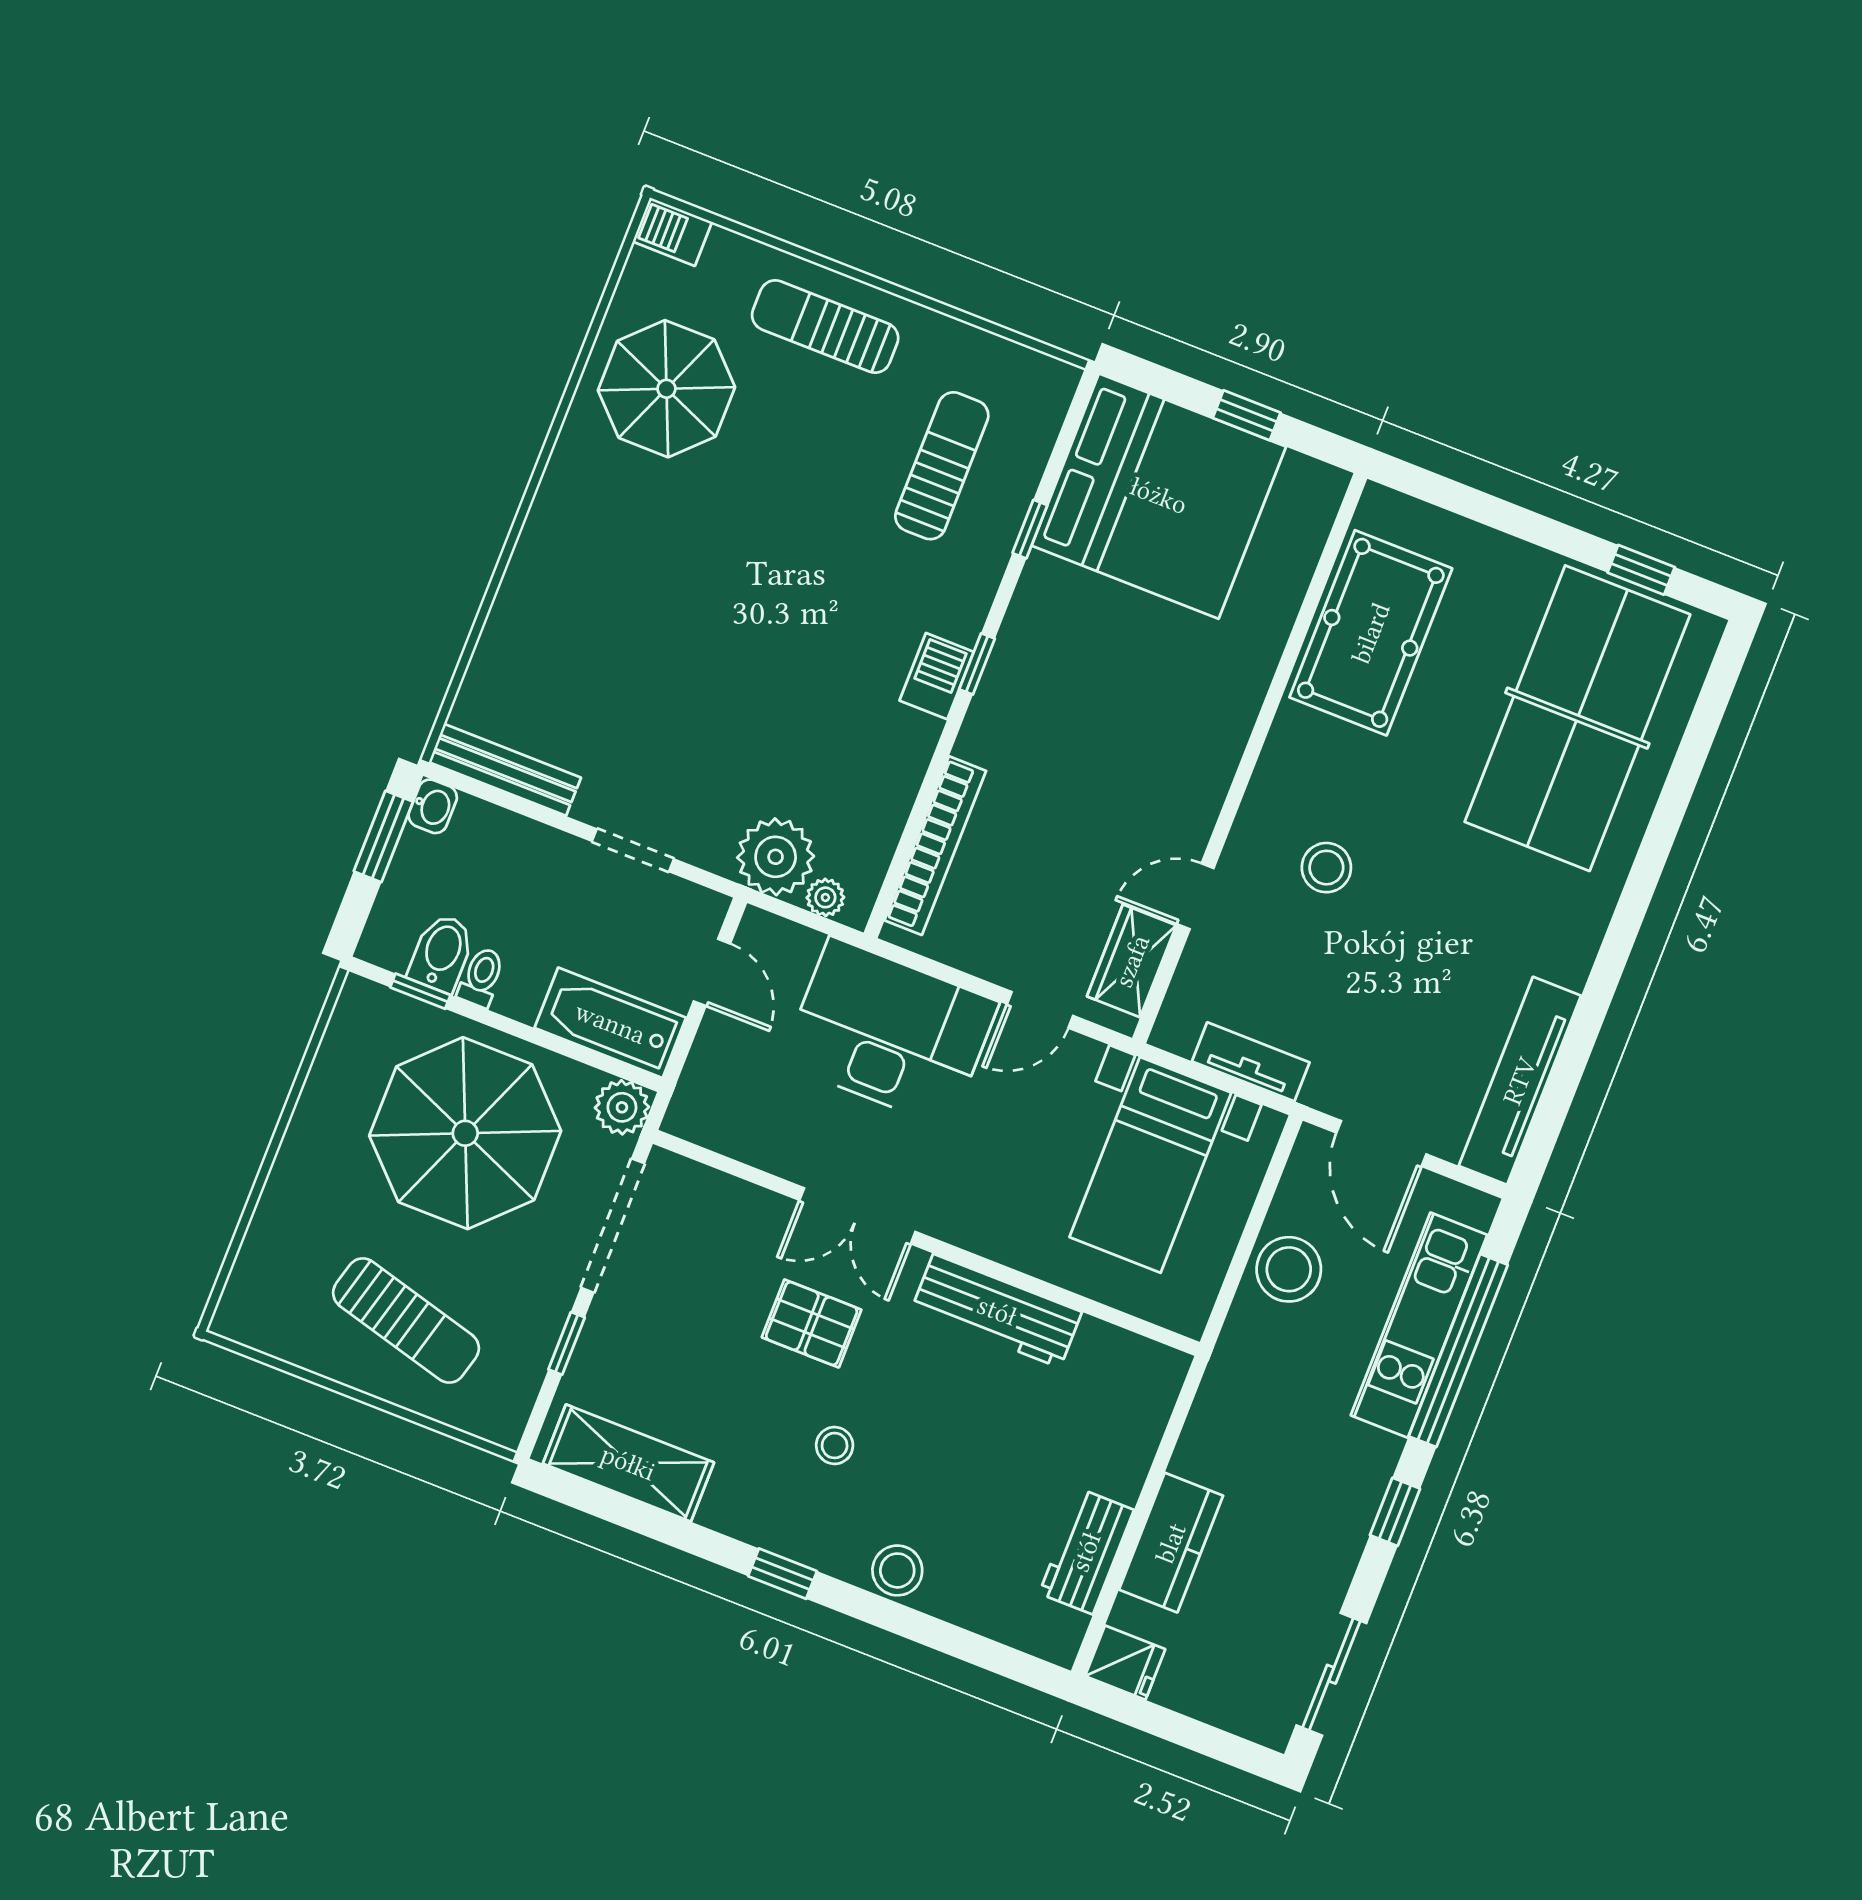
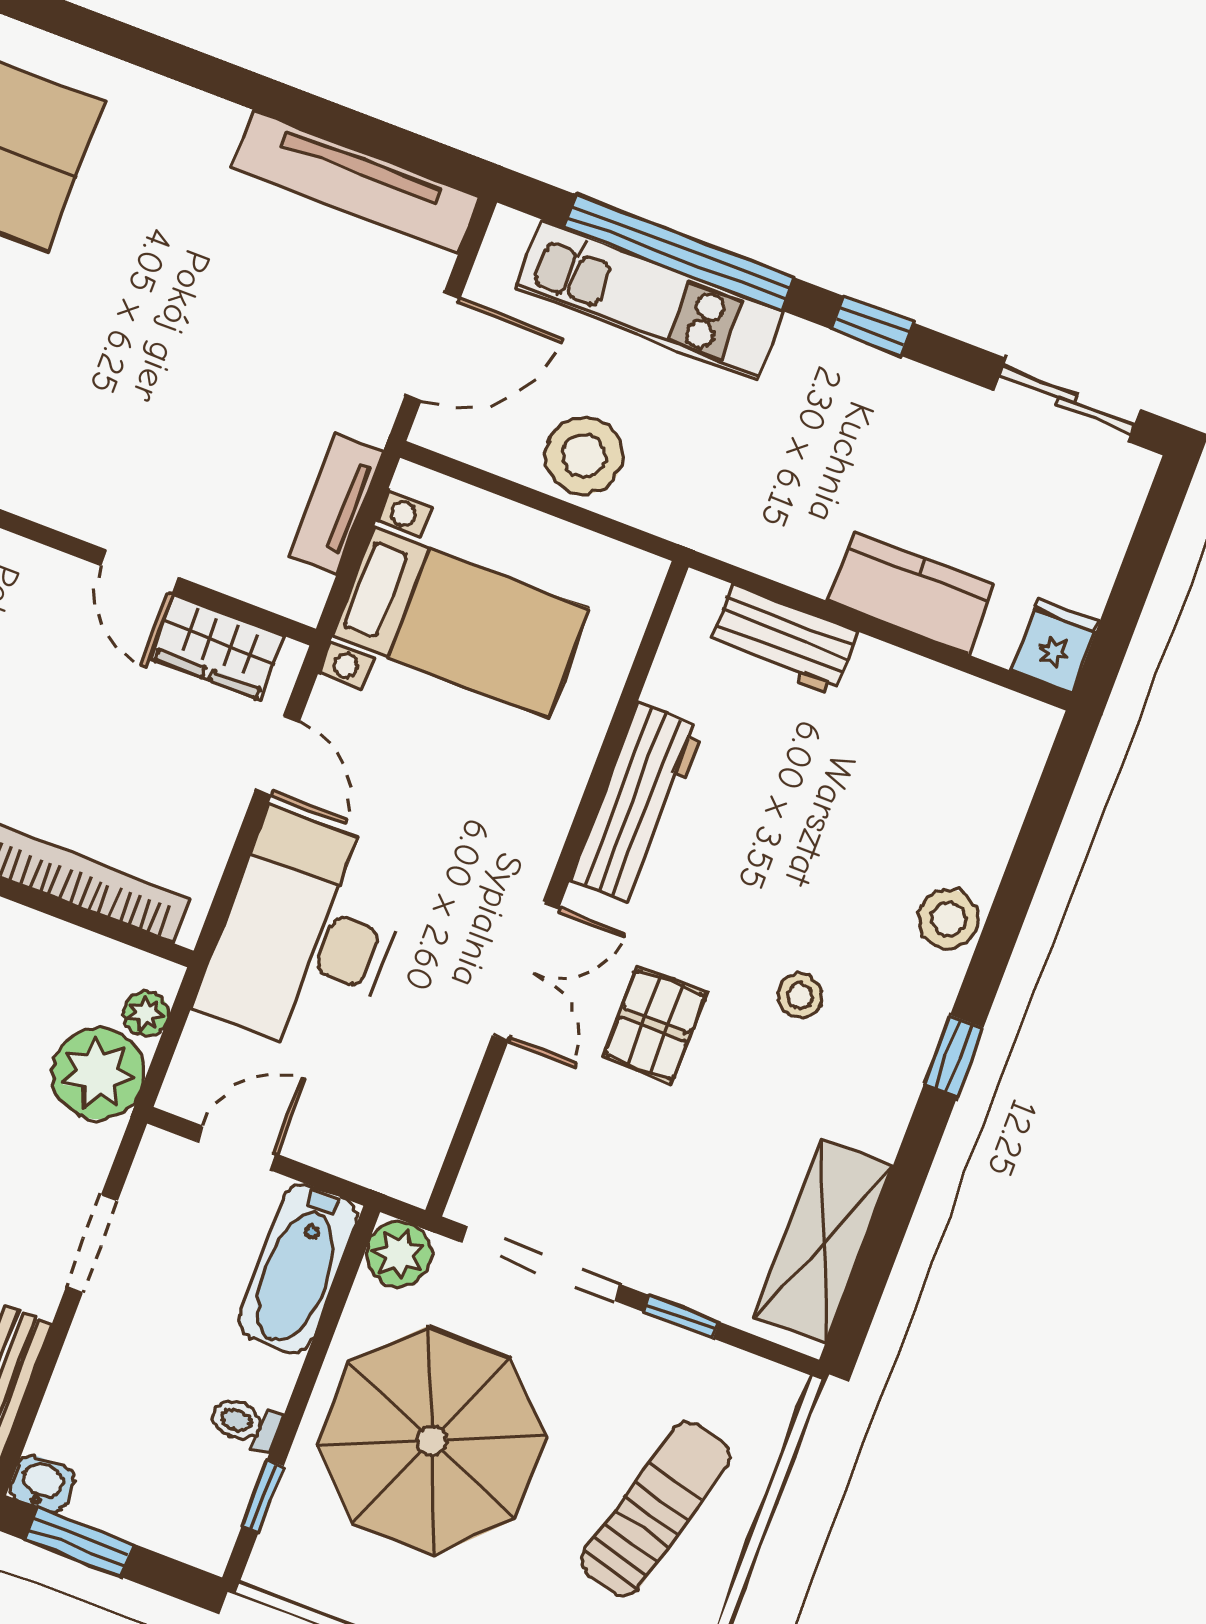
stool: (1326, 868) -> (104, 416), removed
bidet: (442, 953) -> (217, 1471), removed
workbench: (1086, 1552) -> (783, 640), moved

